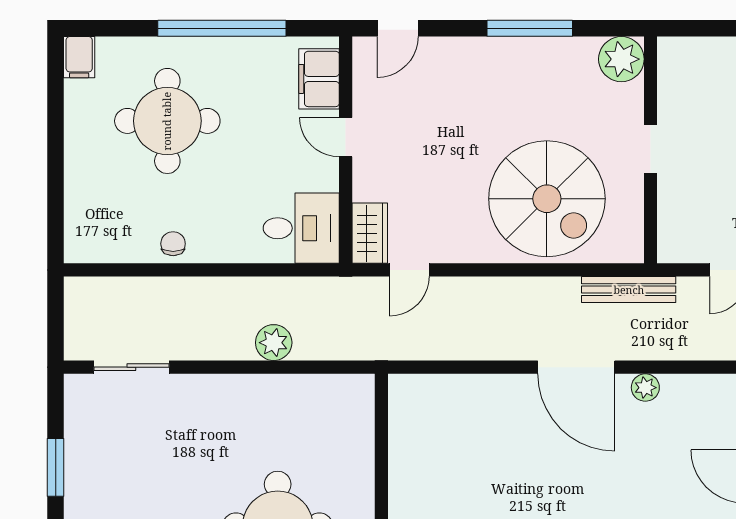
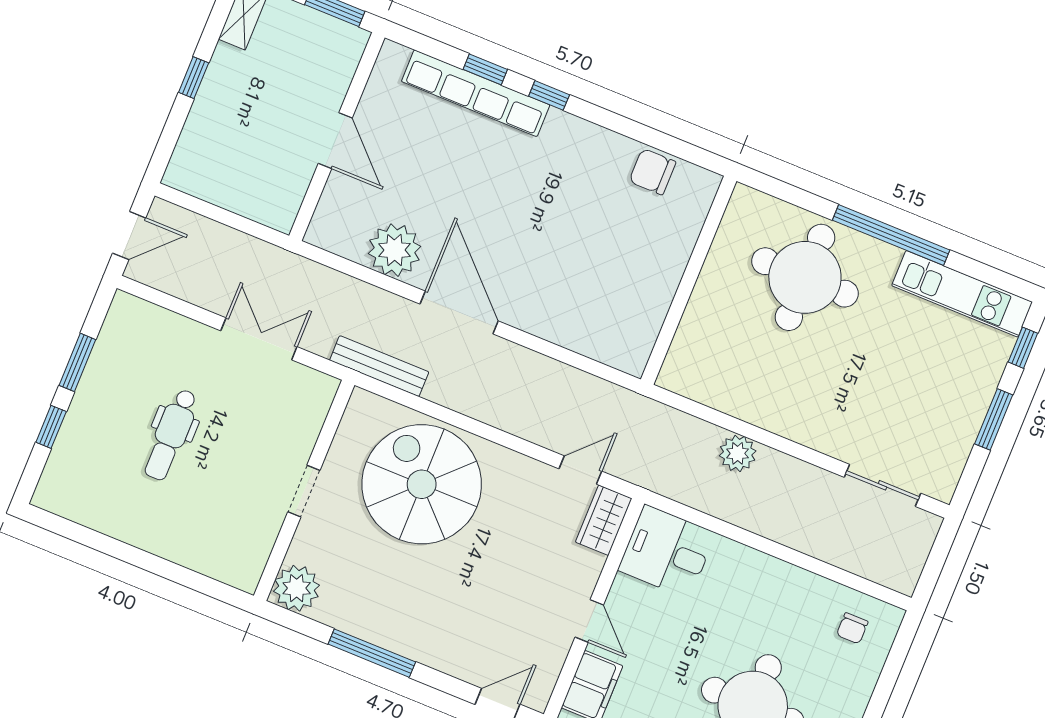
chair: (173, 244) -> (852, 628), moved
plant: (645, 388) -> (394, 250), width x1.87, depth x1.87

